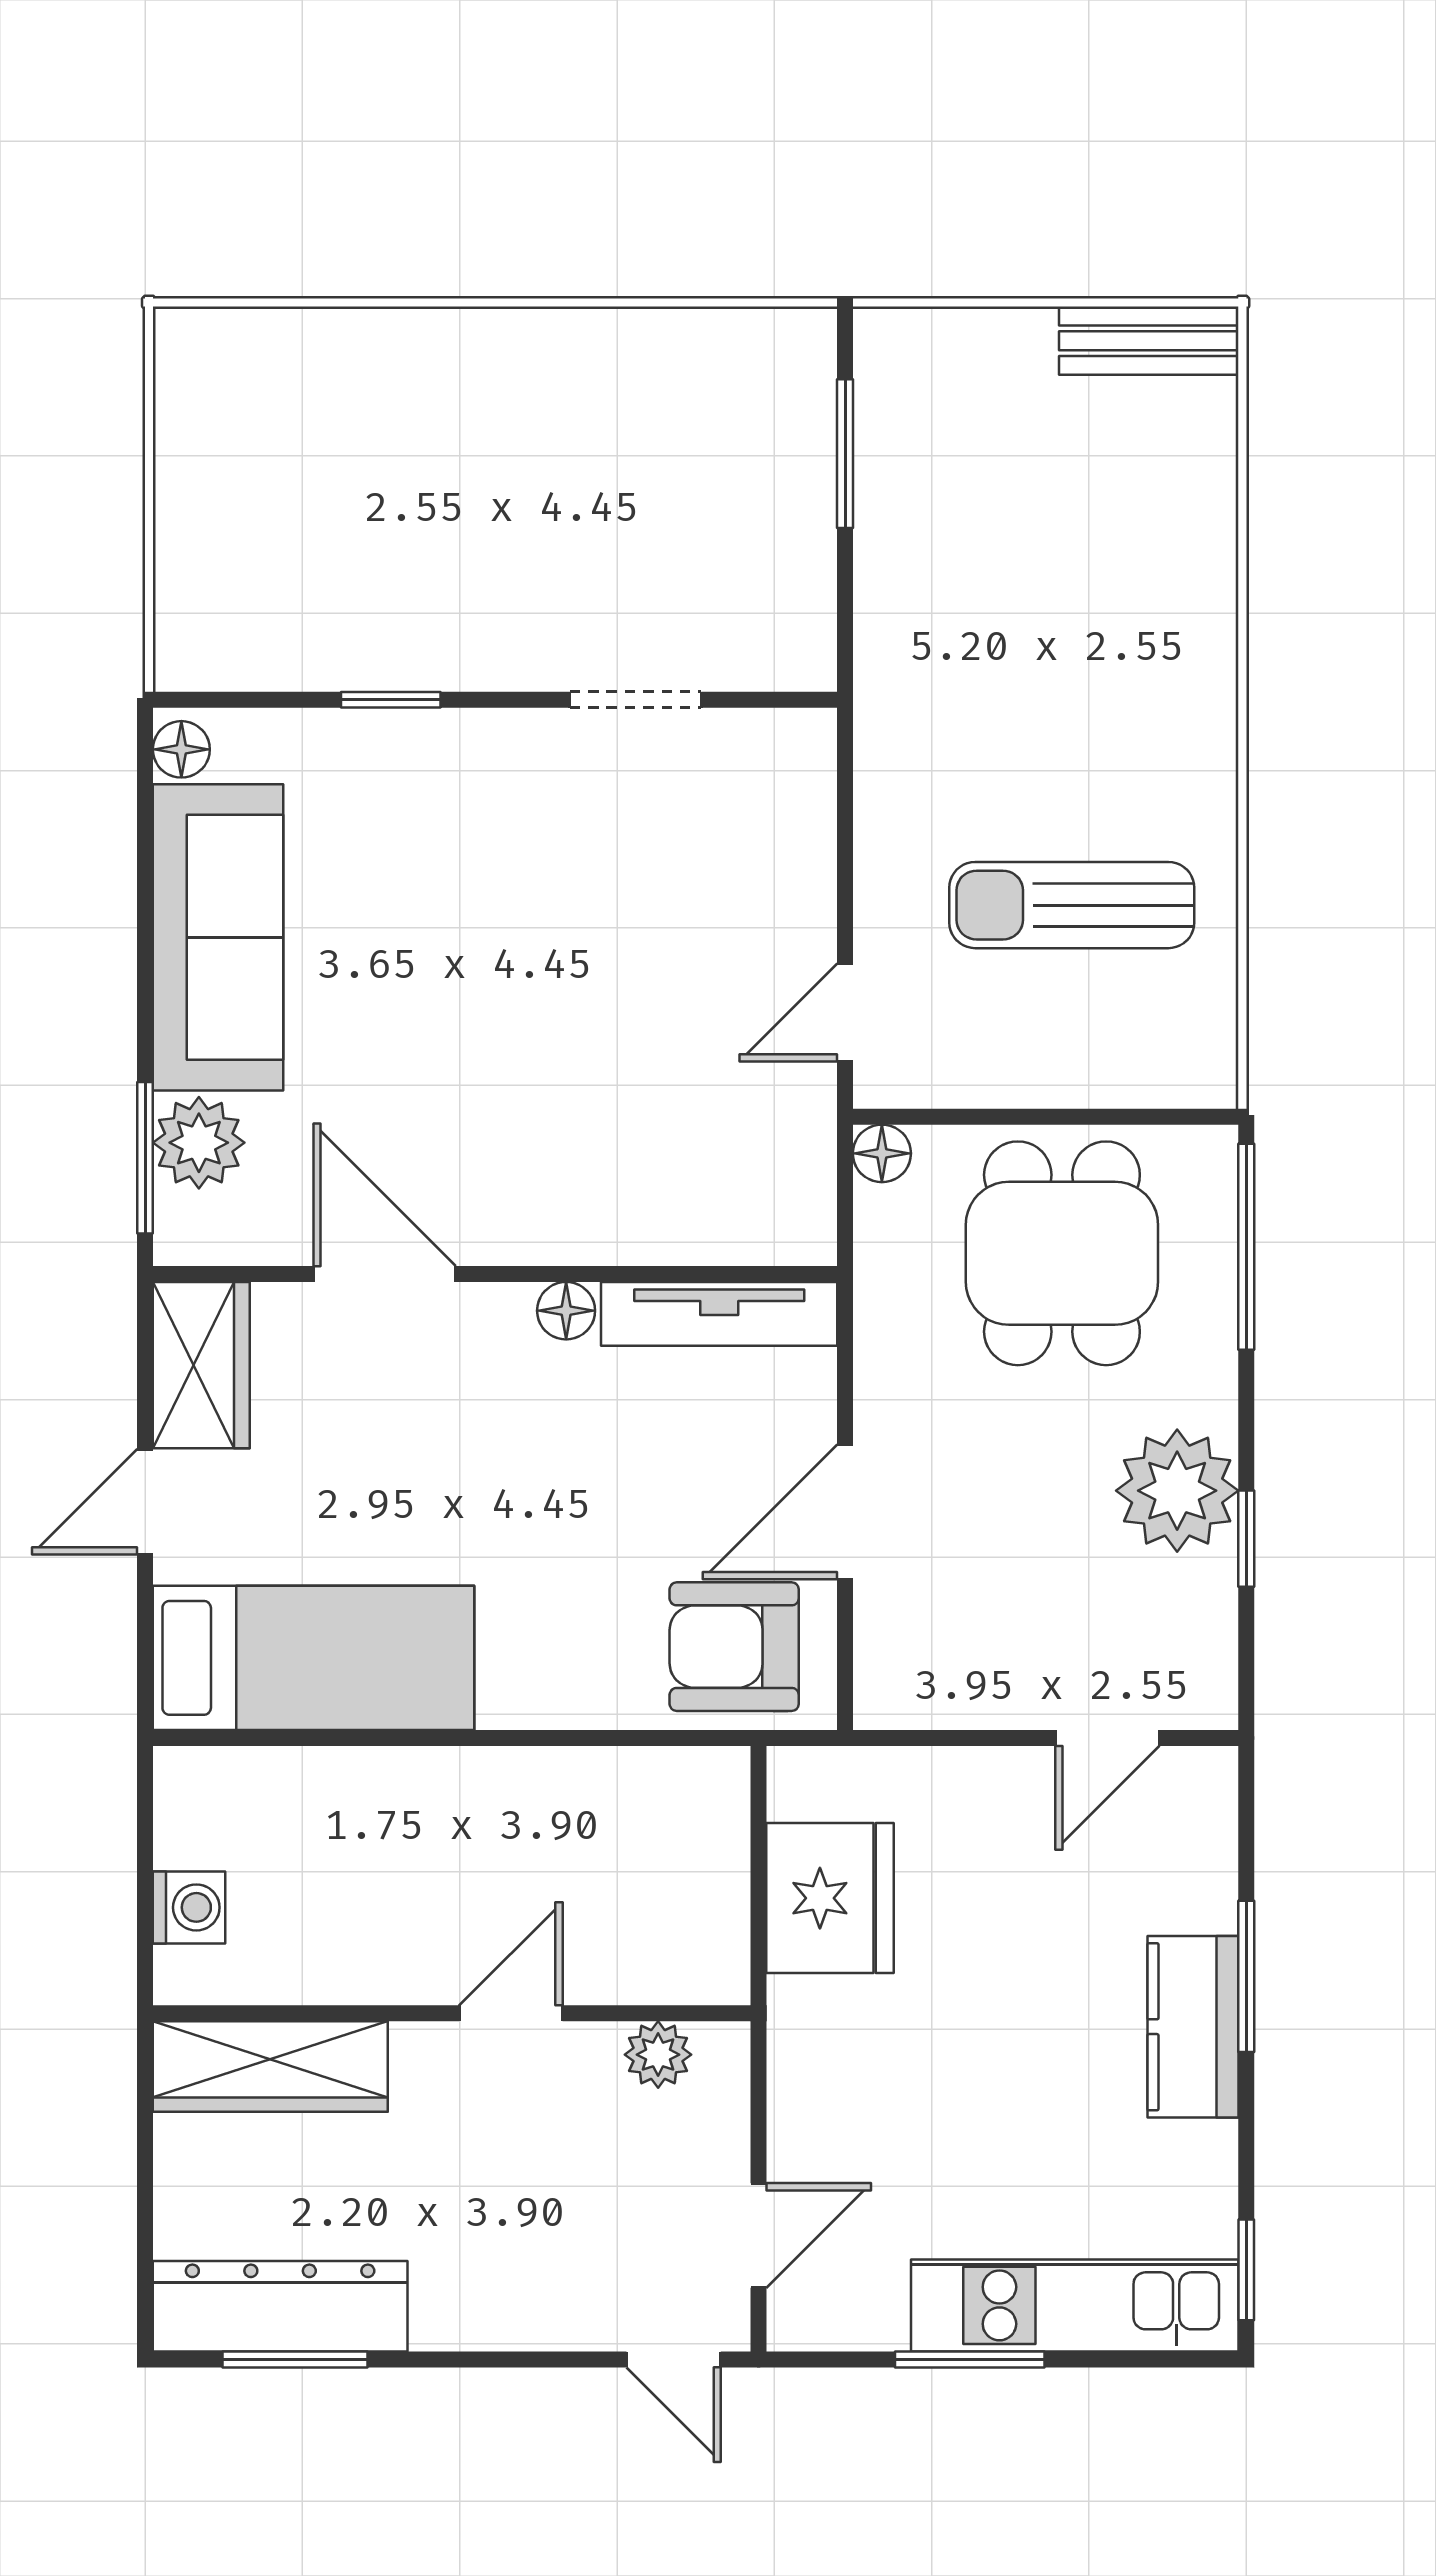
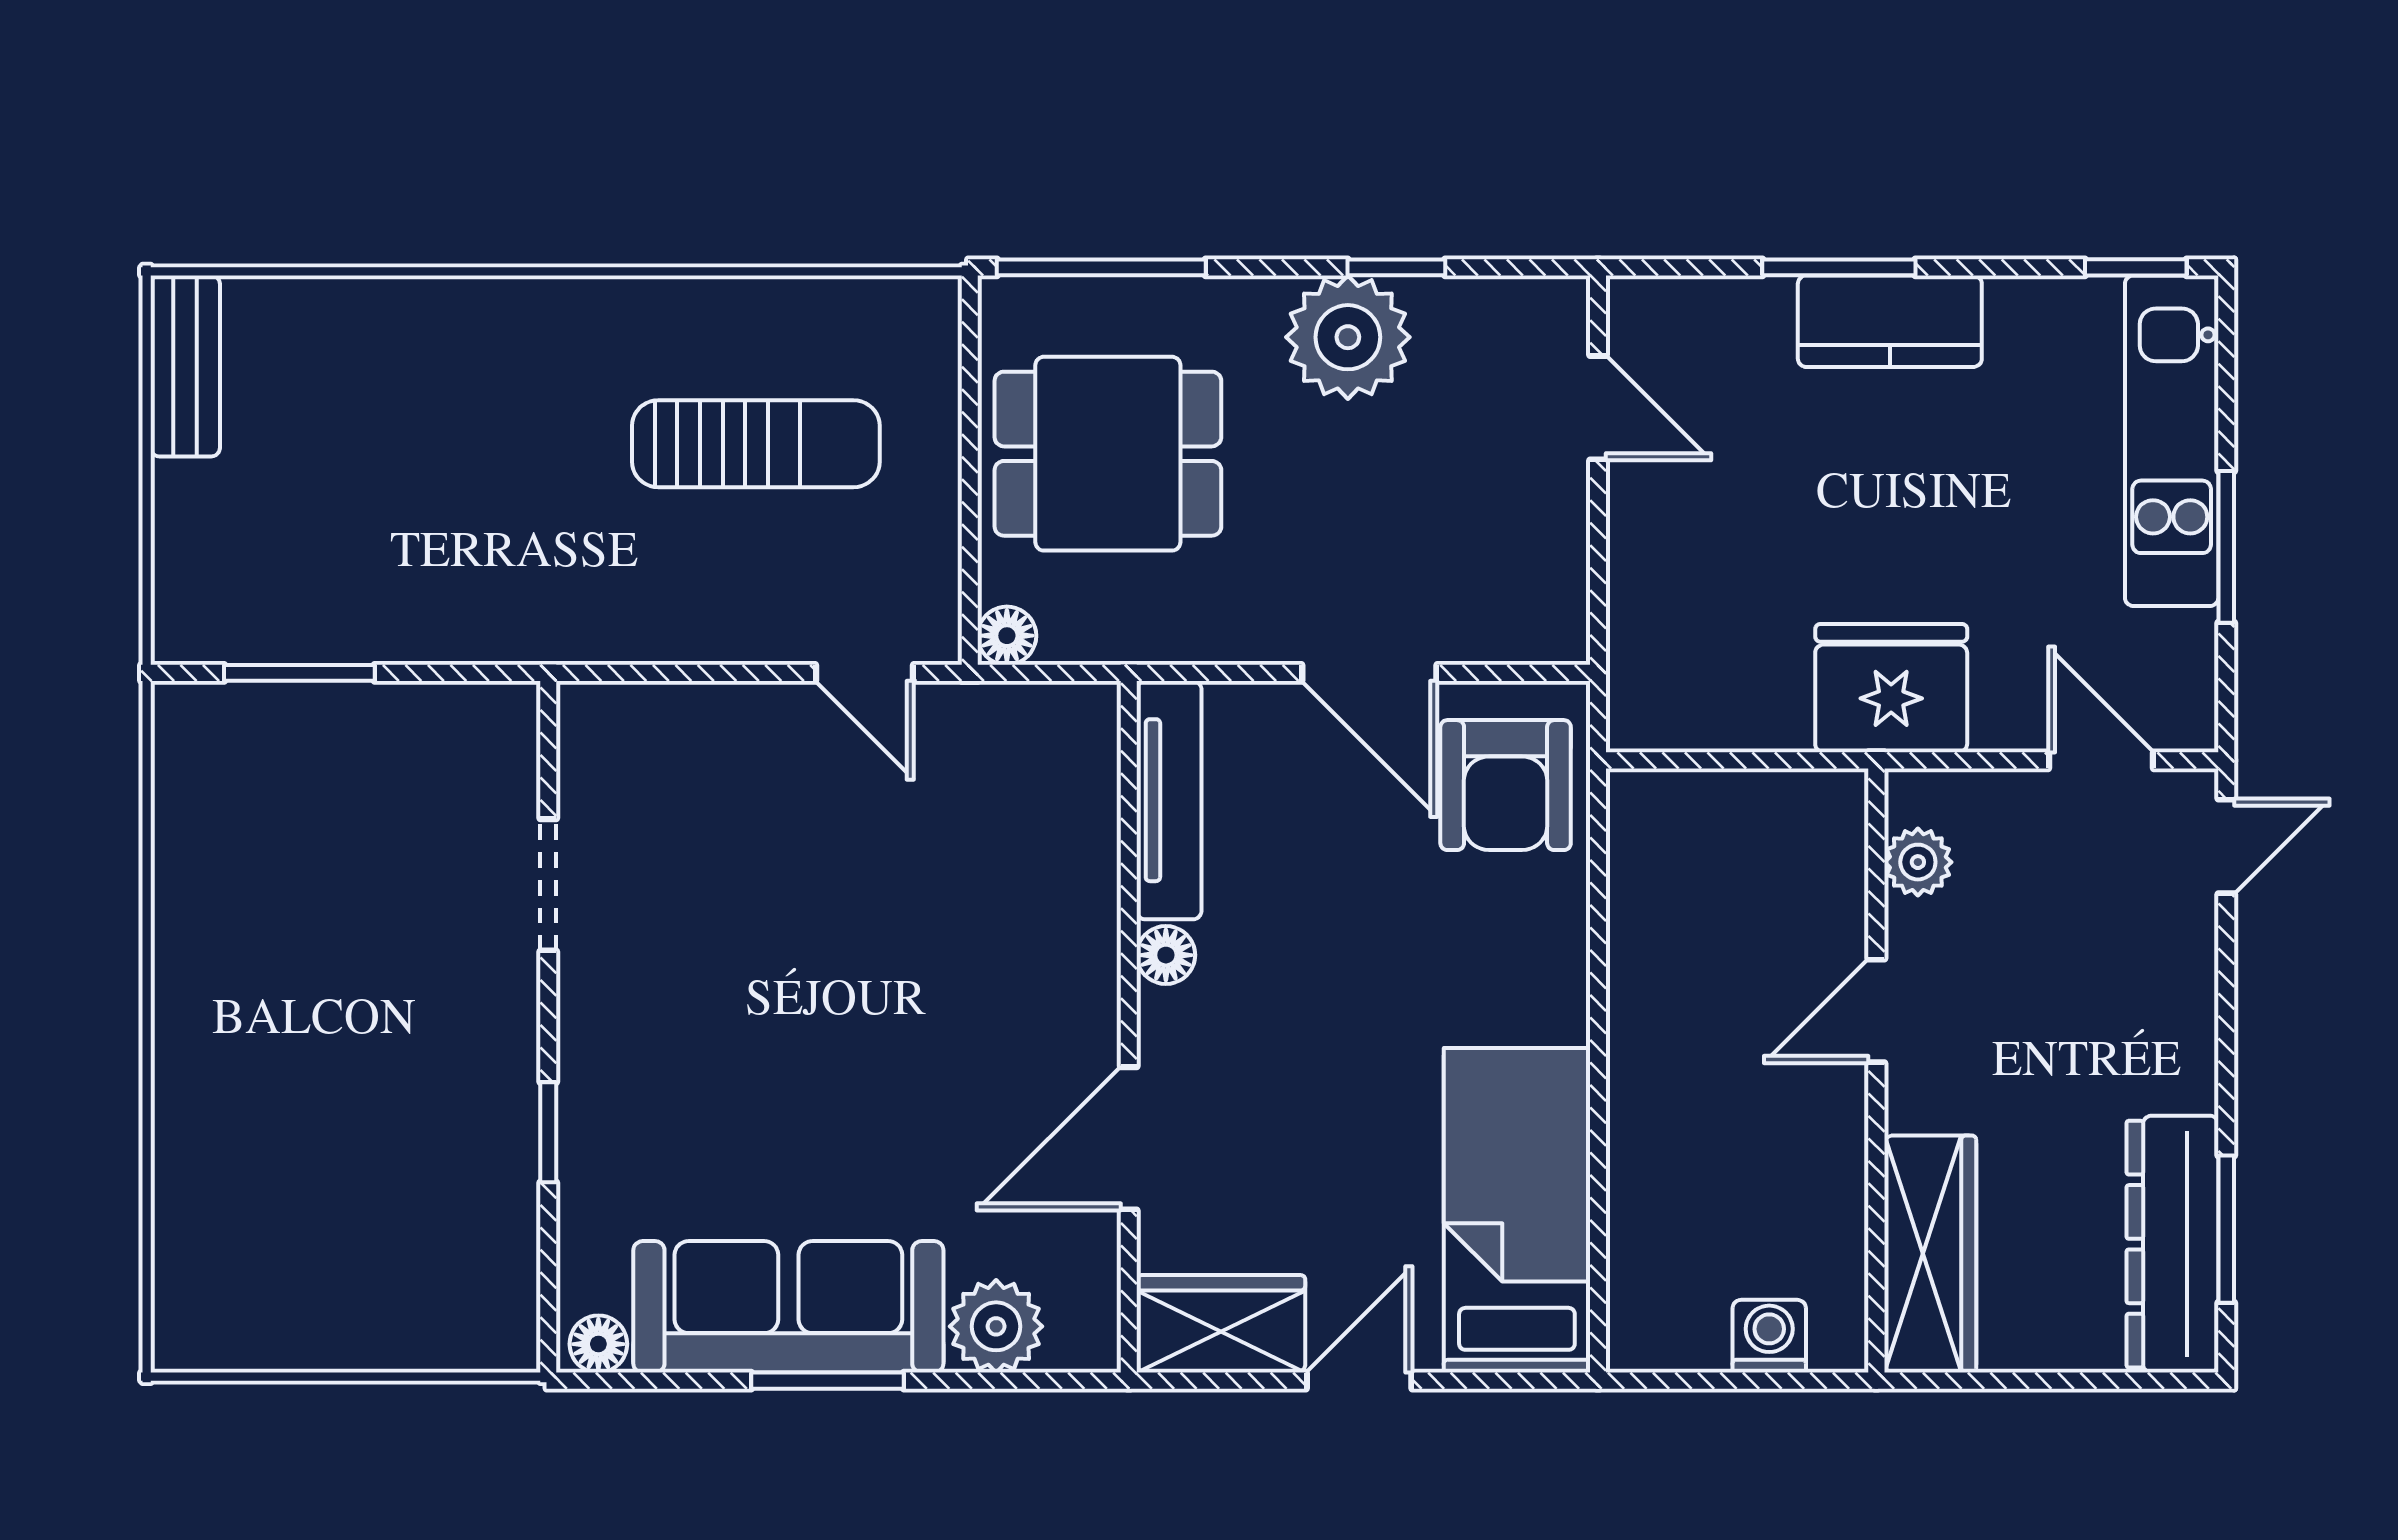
sun lounger: (1072, 905) -> (756, 444), turned -90
window: (145, 1158) -> (828, 1381), moved
door: (145, 1502) -> (1359, 1381), swing flipped
fridge: (830, 1898) -> (1891, 688), moved
door: (511, 2013) -> (1876, 1011), hinge flipped

